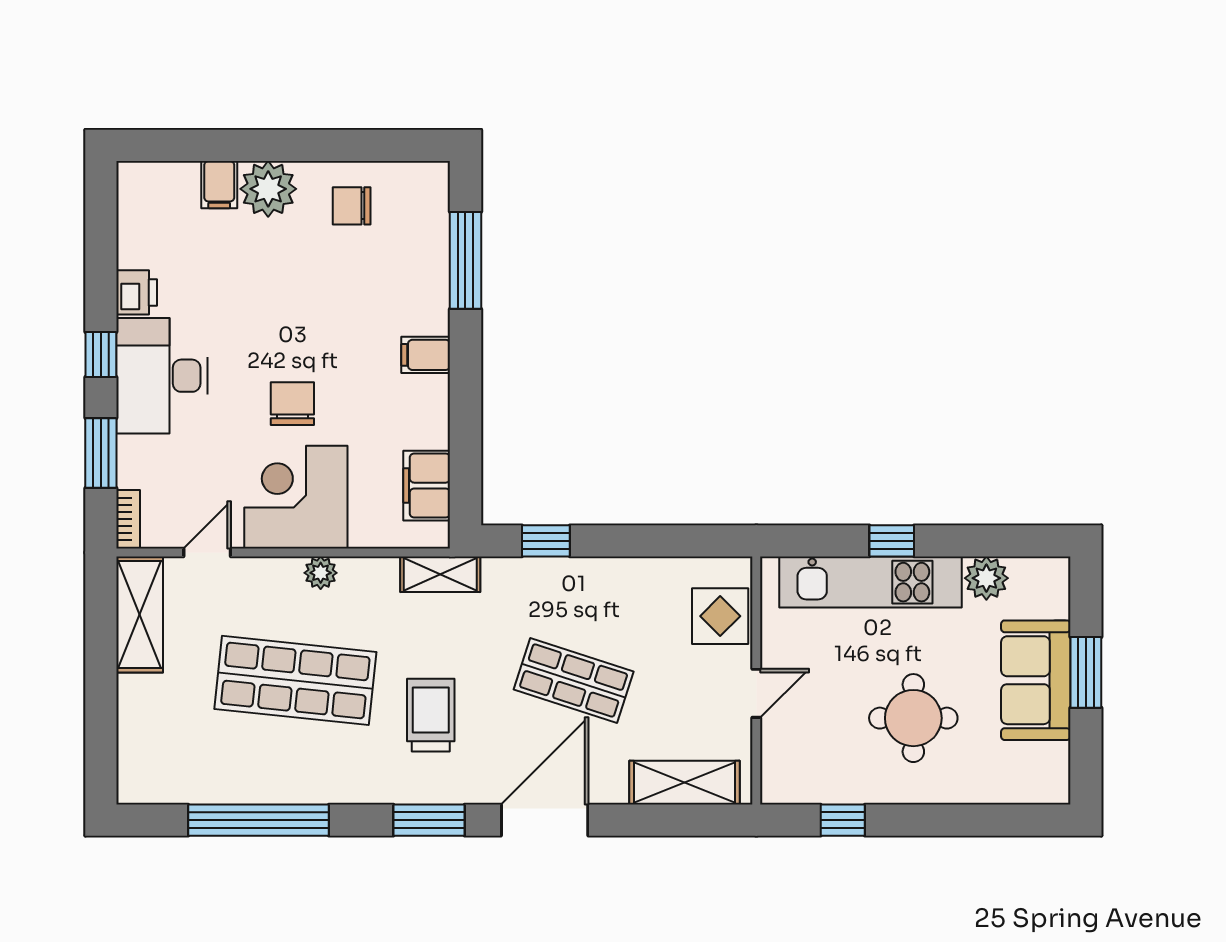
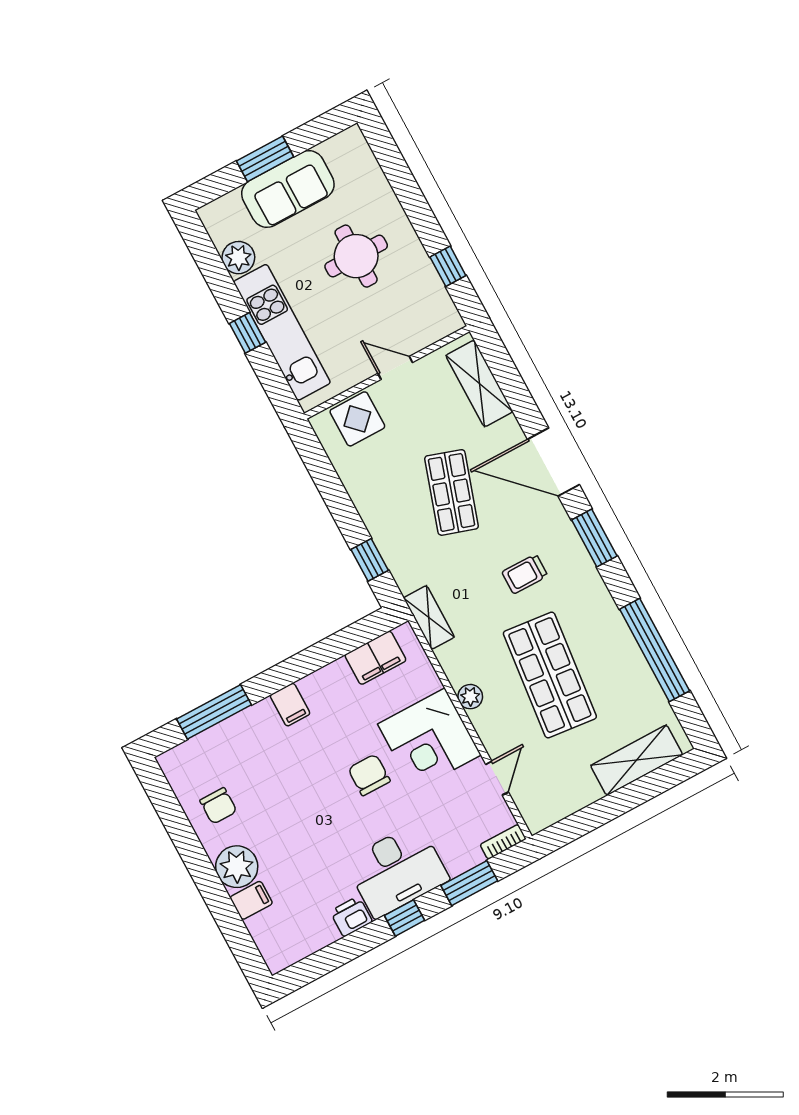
chair: (292, 404) -> (369, 775), turned 90
door: (207, 553) -> (497, 778), swing flipped
shelving: (140, 615) -> (637, 760), moved
trolley: (431, 715) -> (525, 574), width x0.73, depth x0.72

